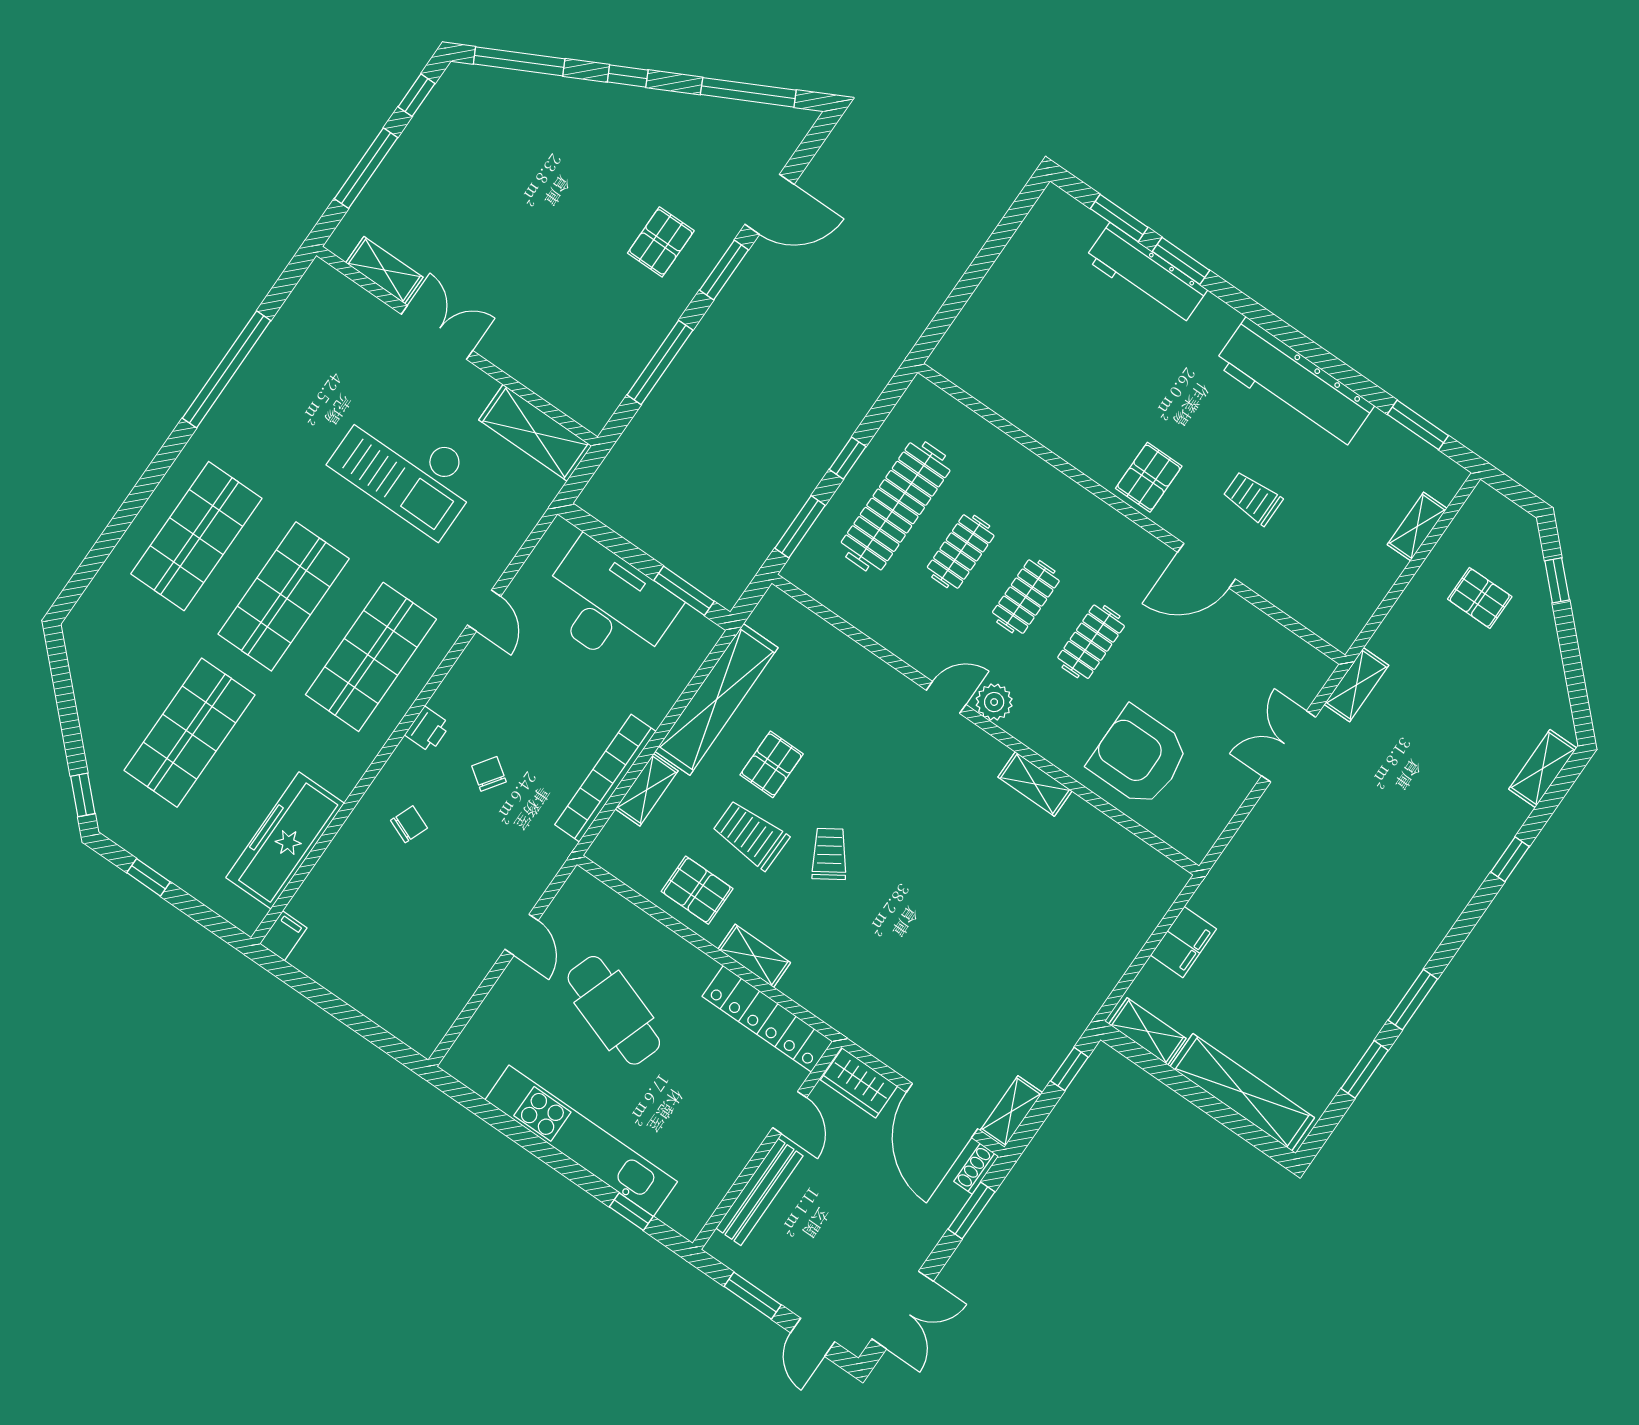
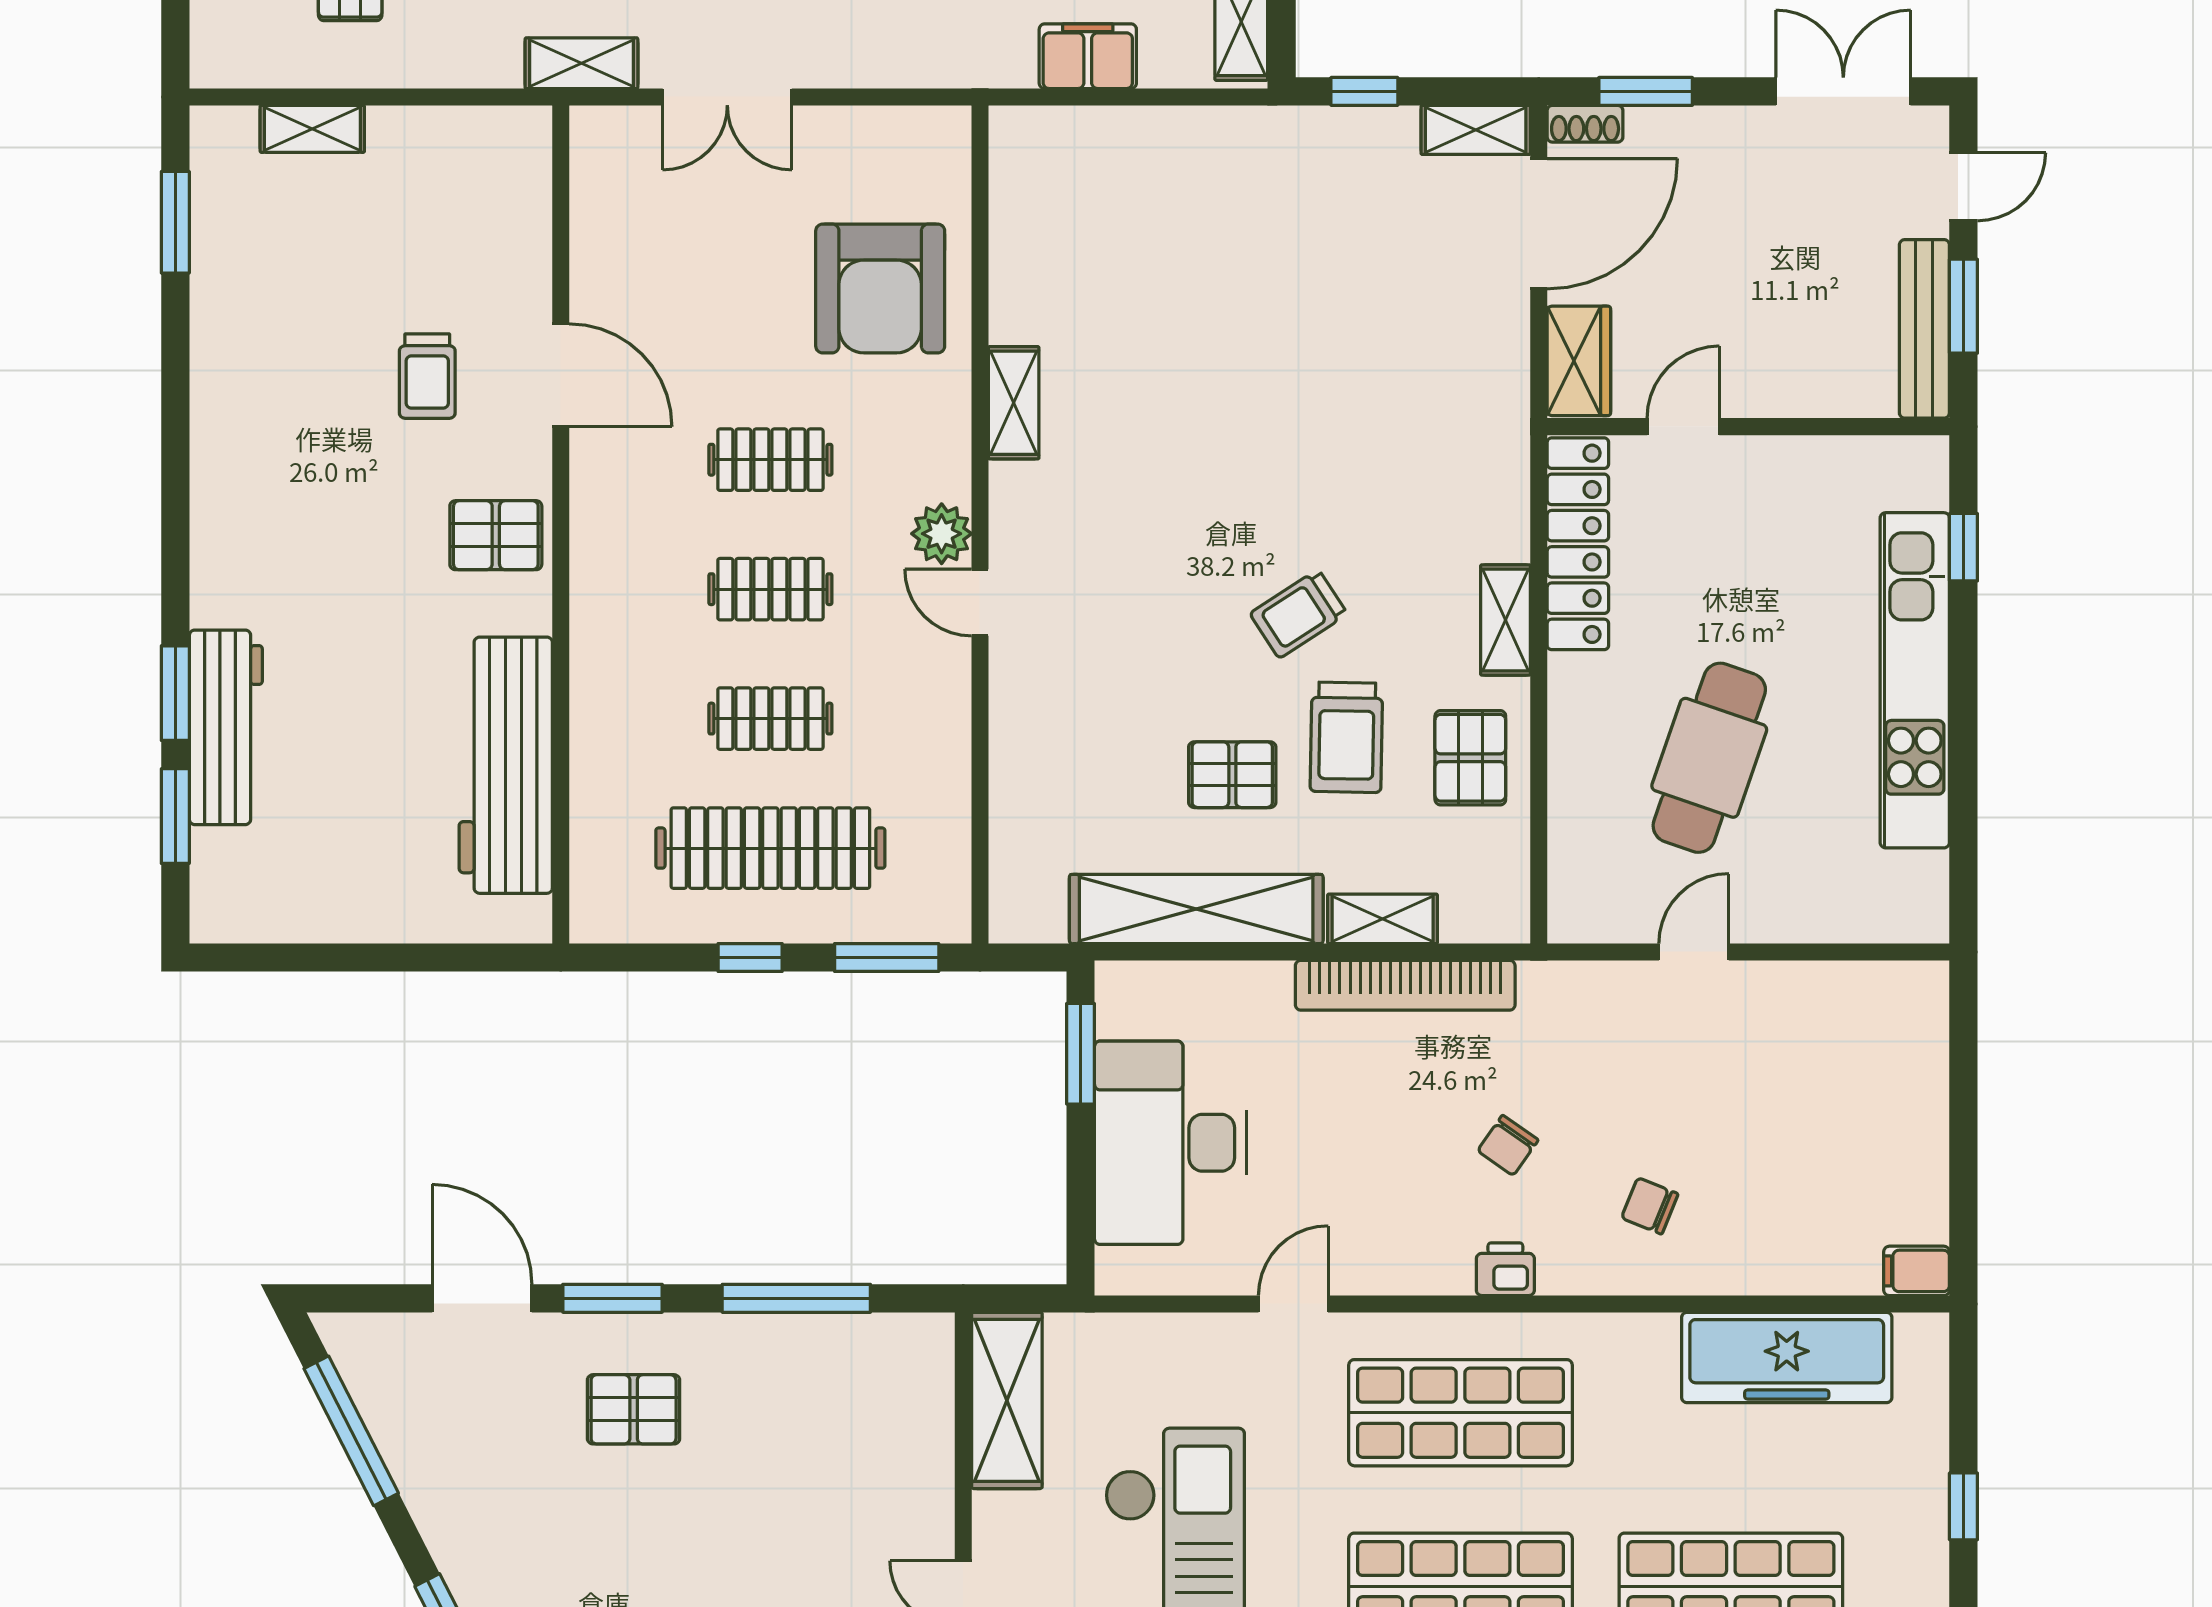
workbench: (1294, 384) -> (506, 765), moved, turned 180
bench: (759, 1192) -> (1924, 329), moved, turned 90

